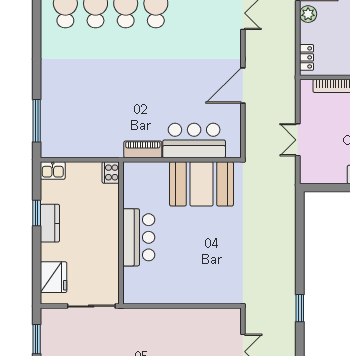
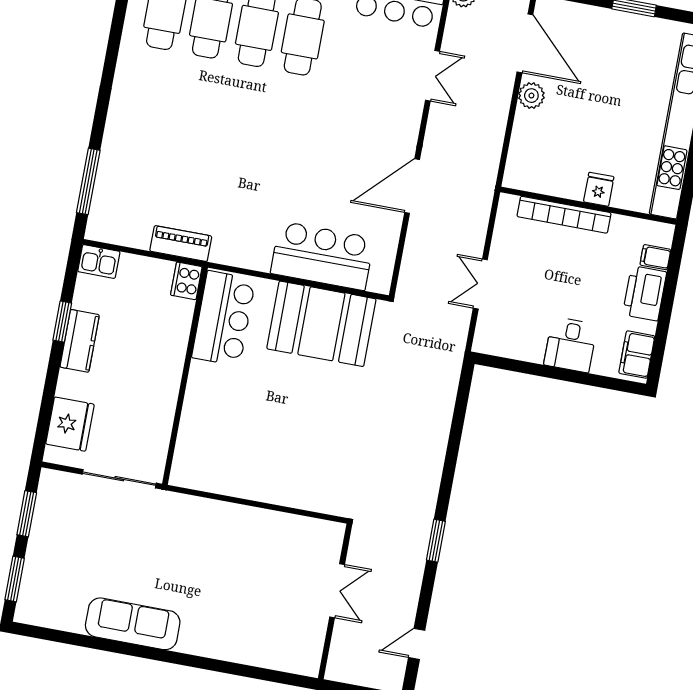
locker: (307, 57) -> (517, 161), removed
piano: (143, 149) -> (181, 244), moved
bar counter: (139, 237) -> (224, 318), moved

